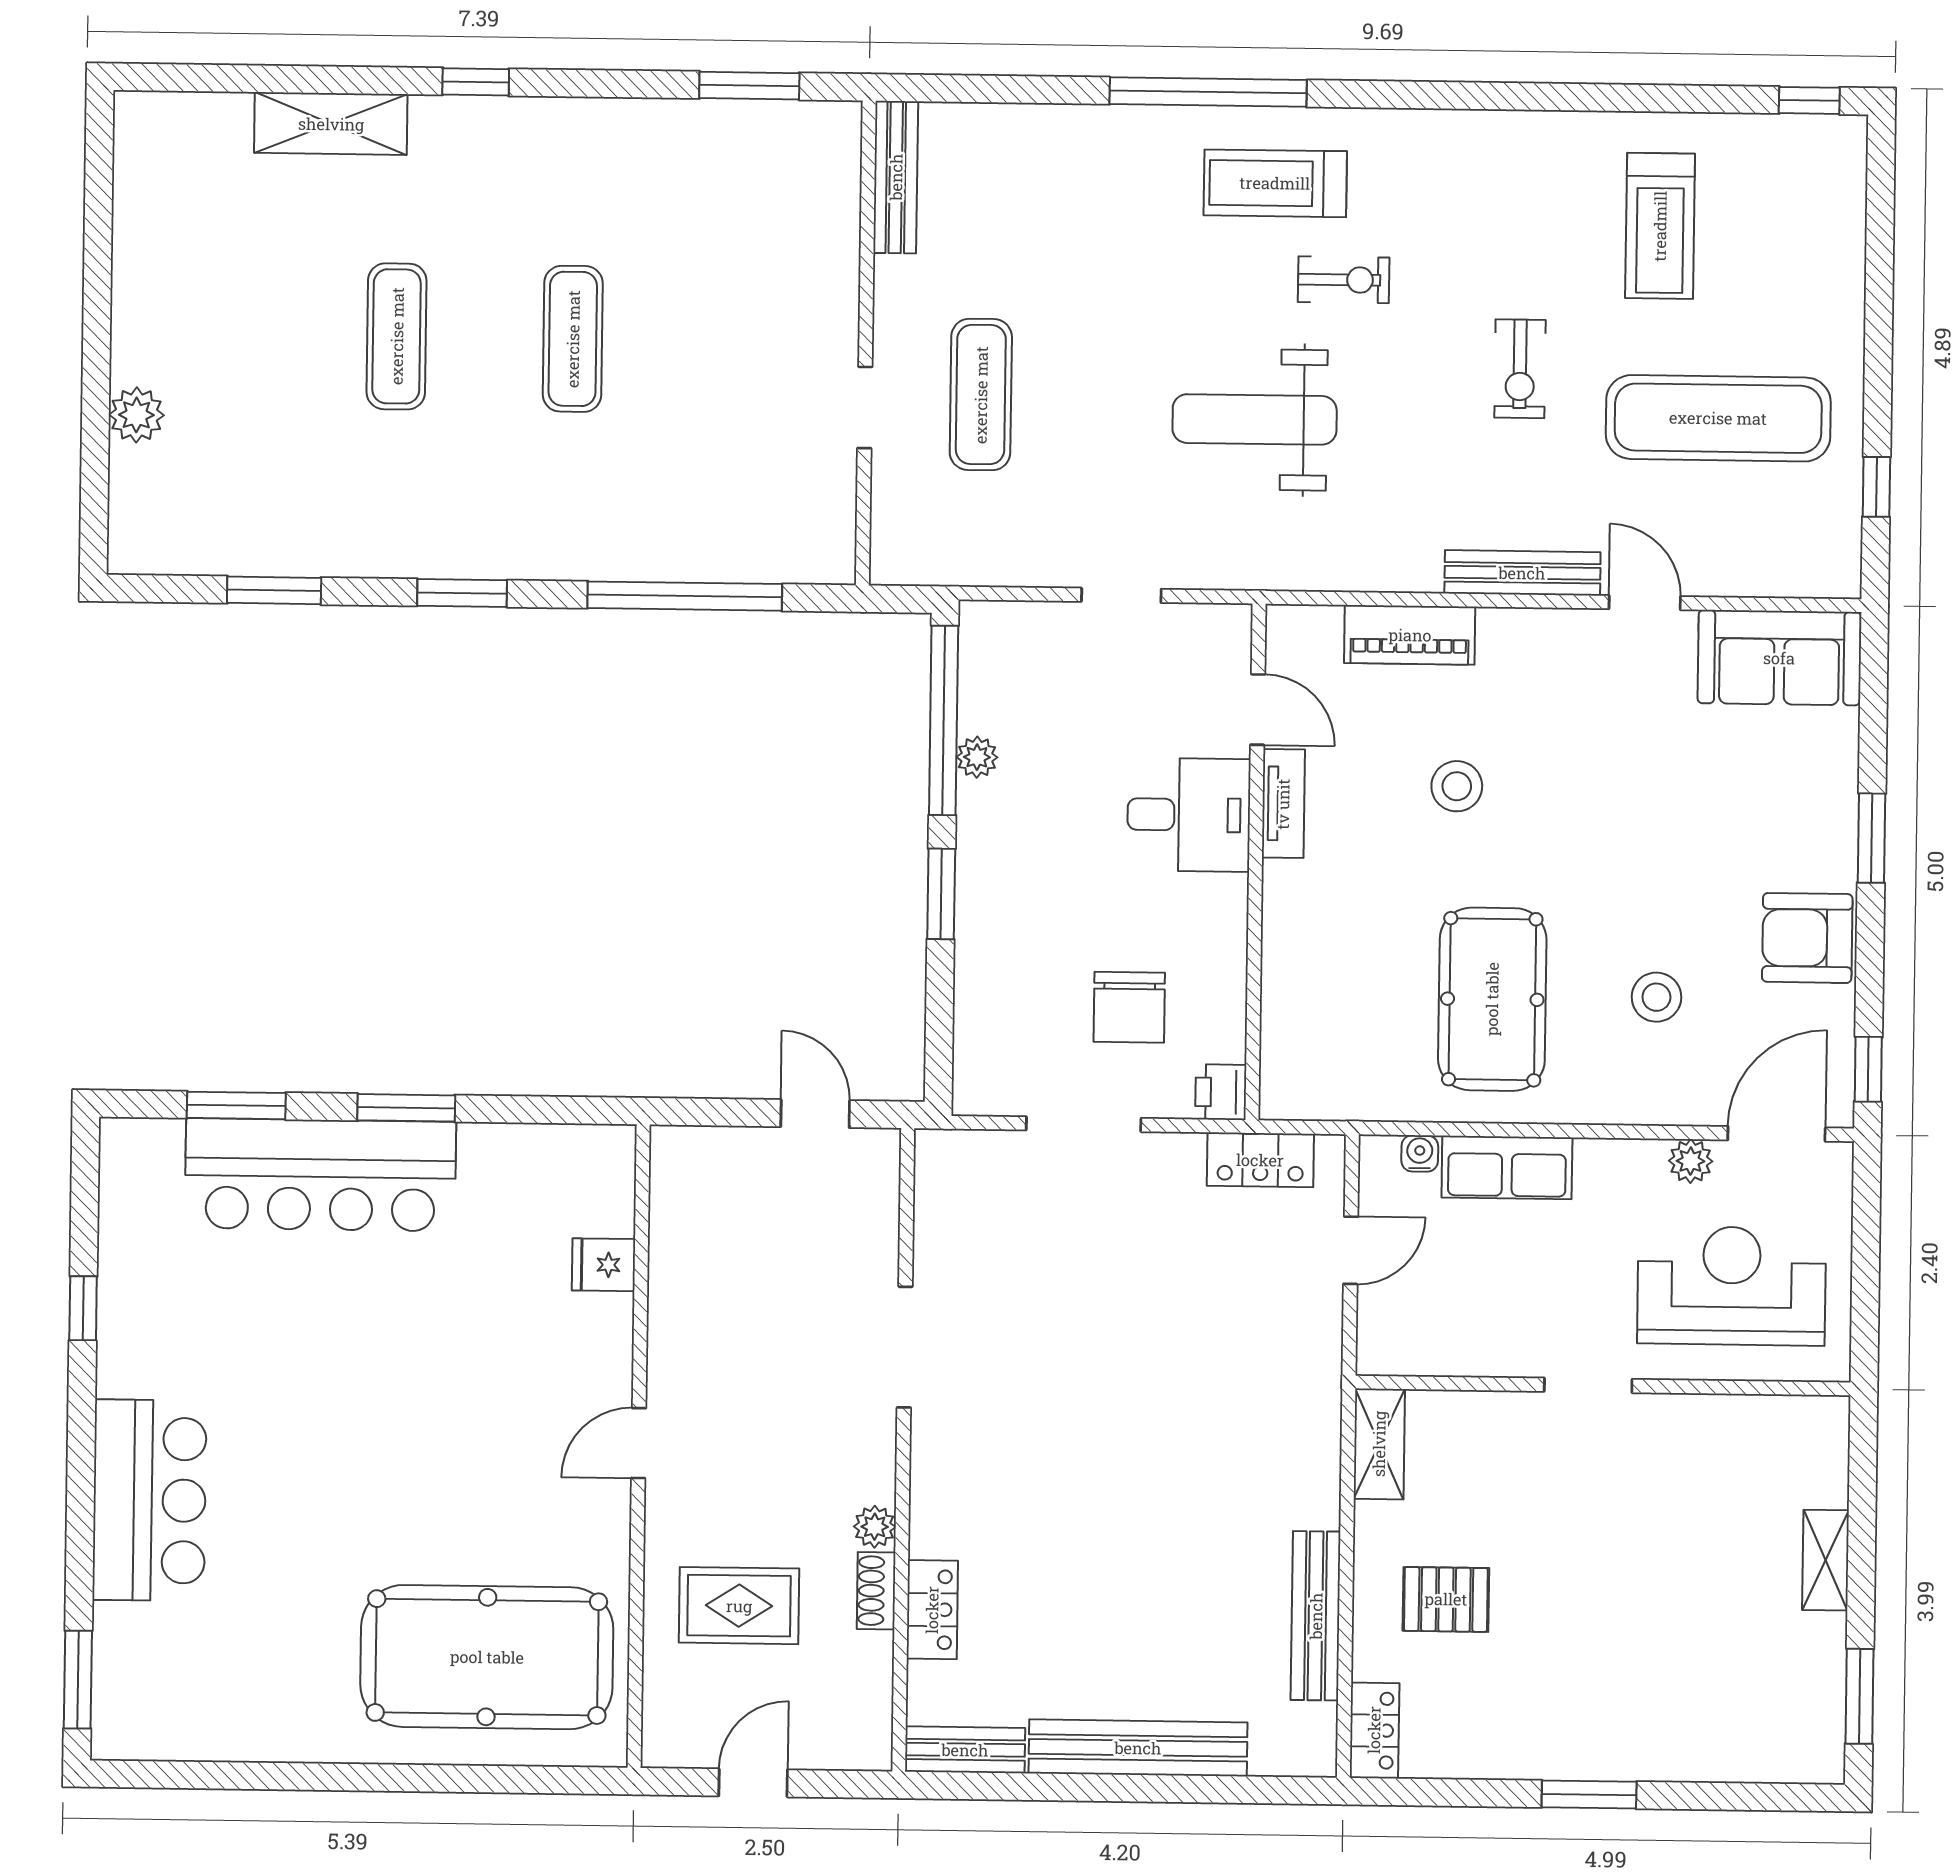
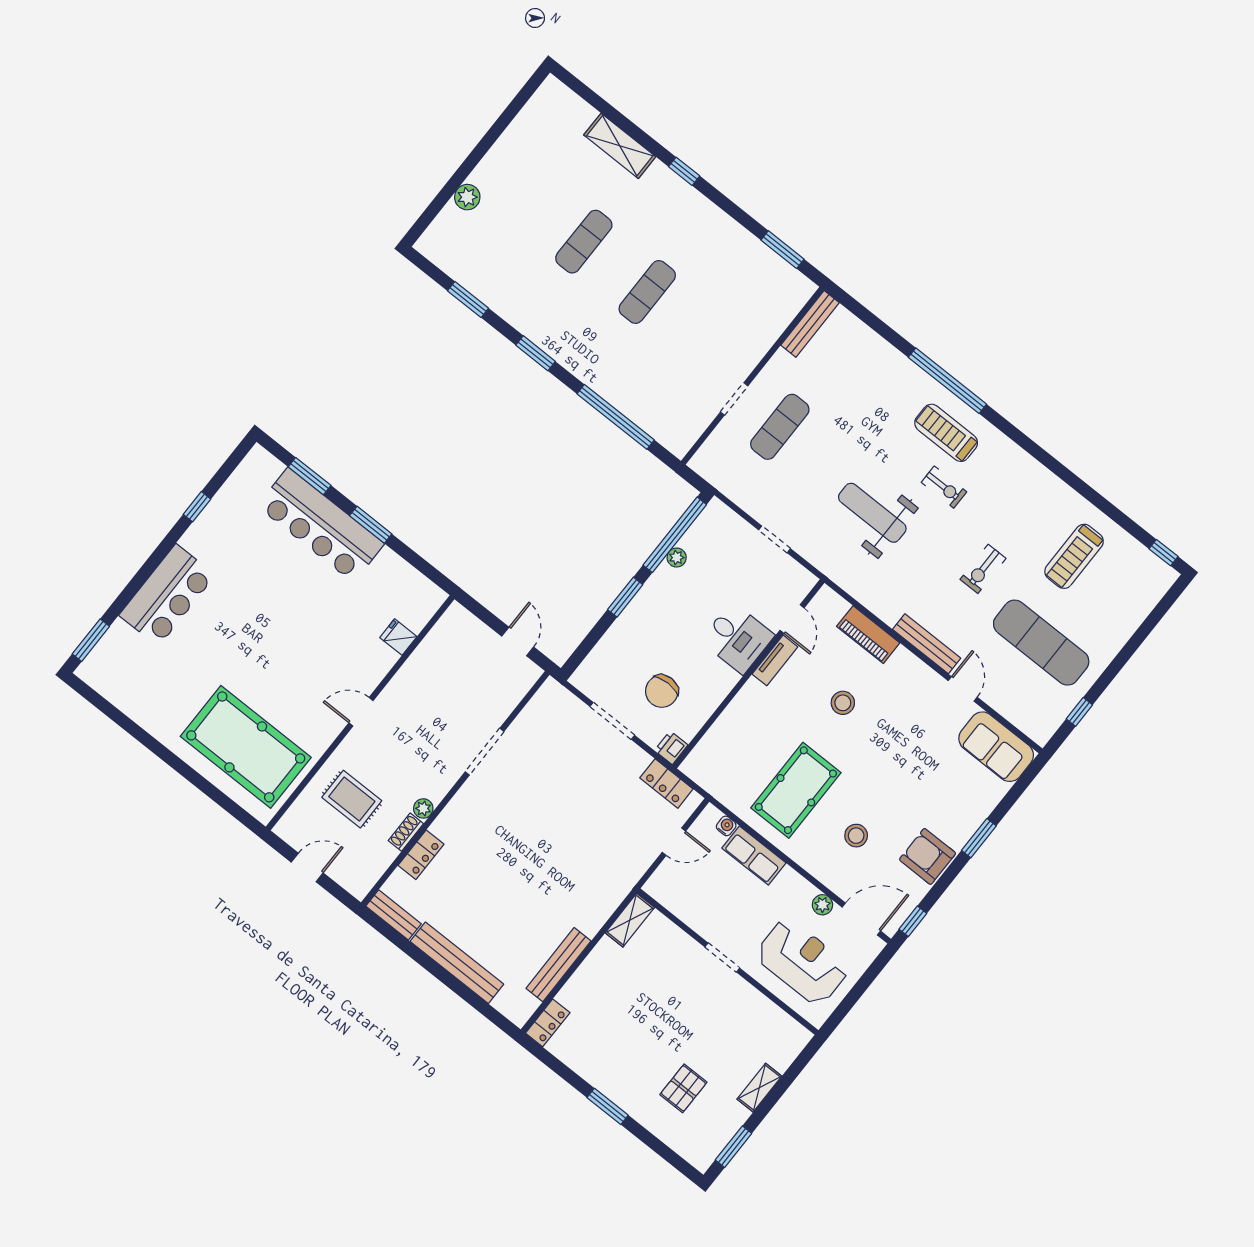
pallet: (1446, 1599) -> (683, 1088), moved, turned 90

